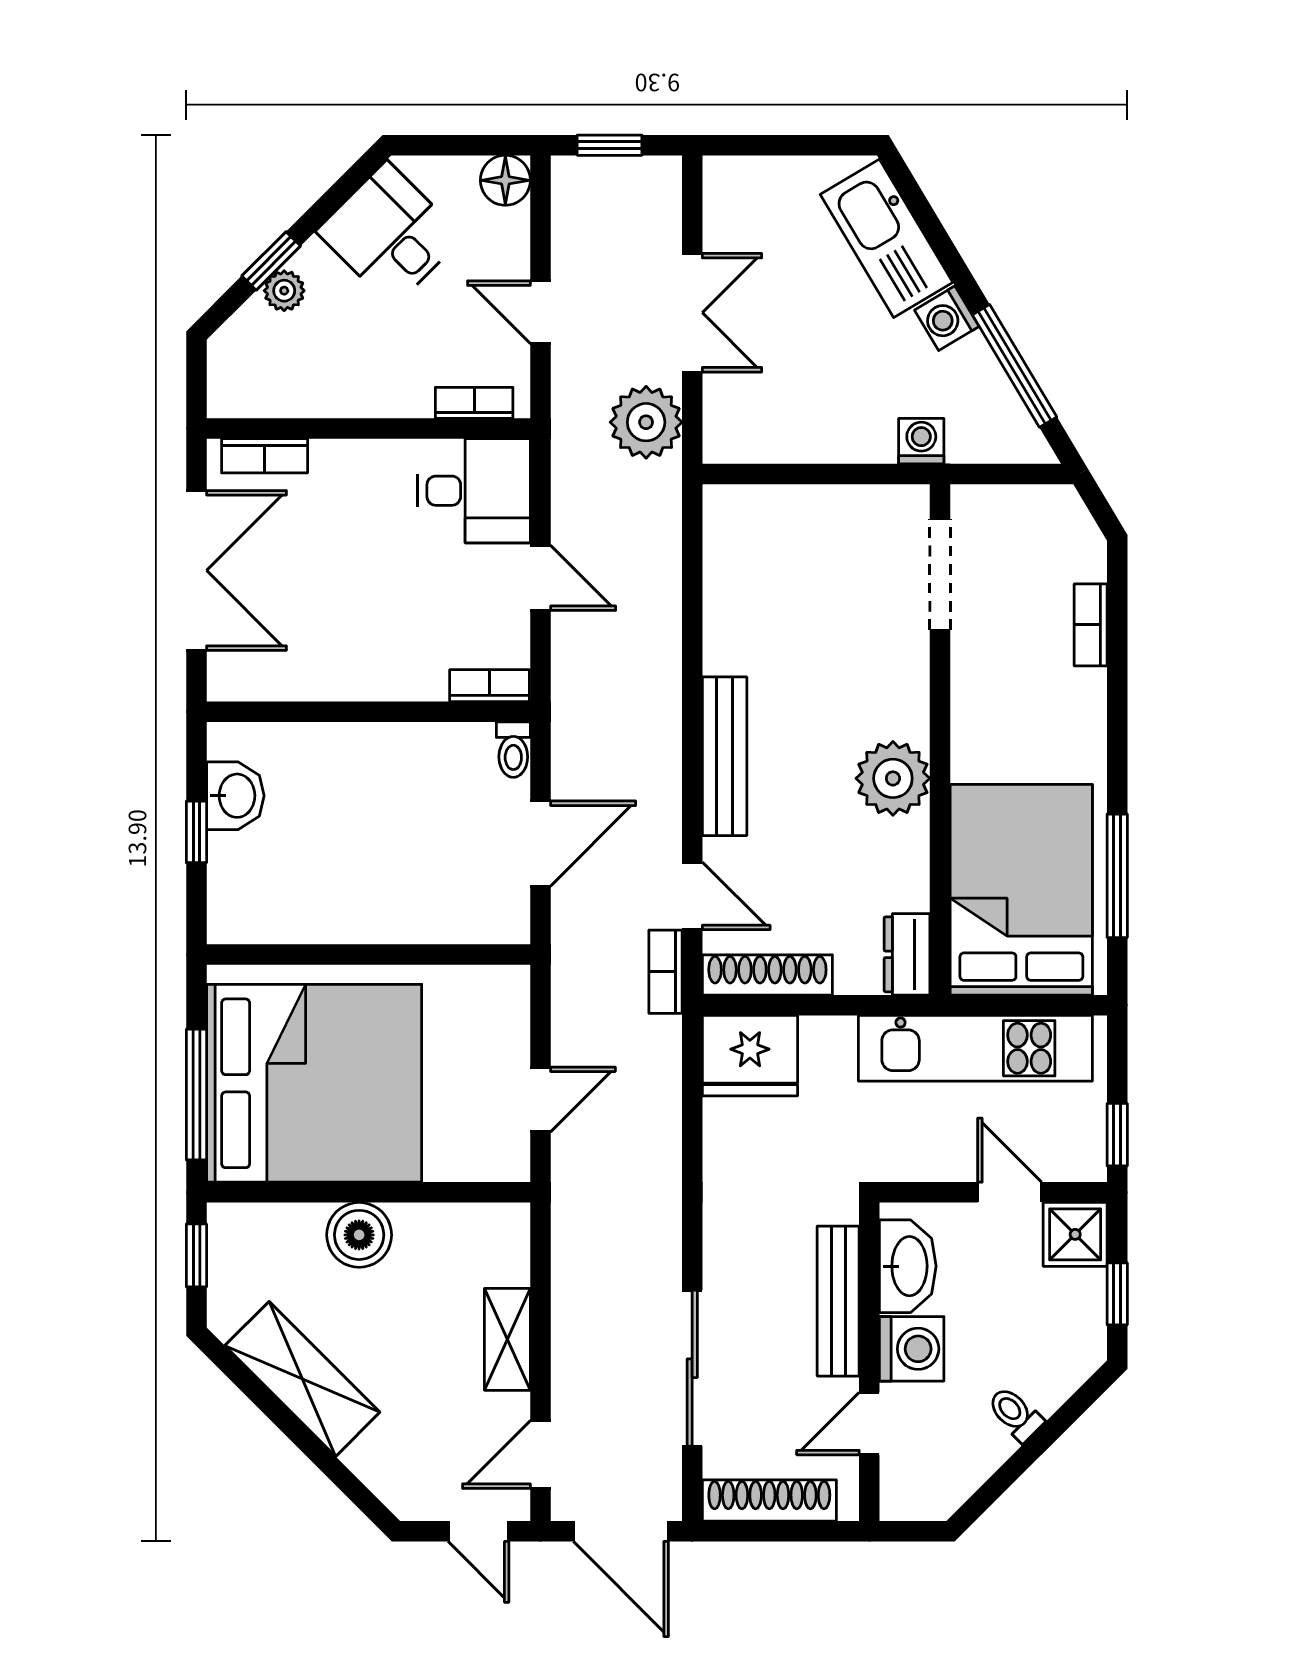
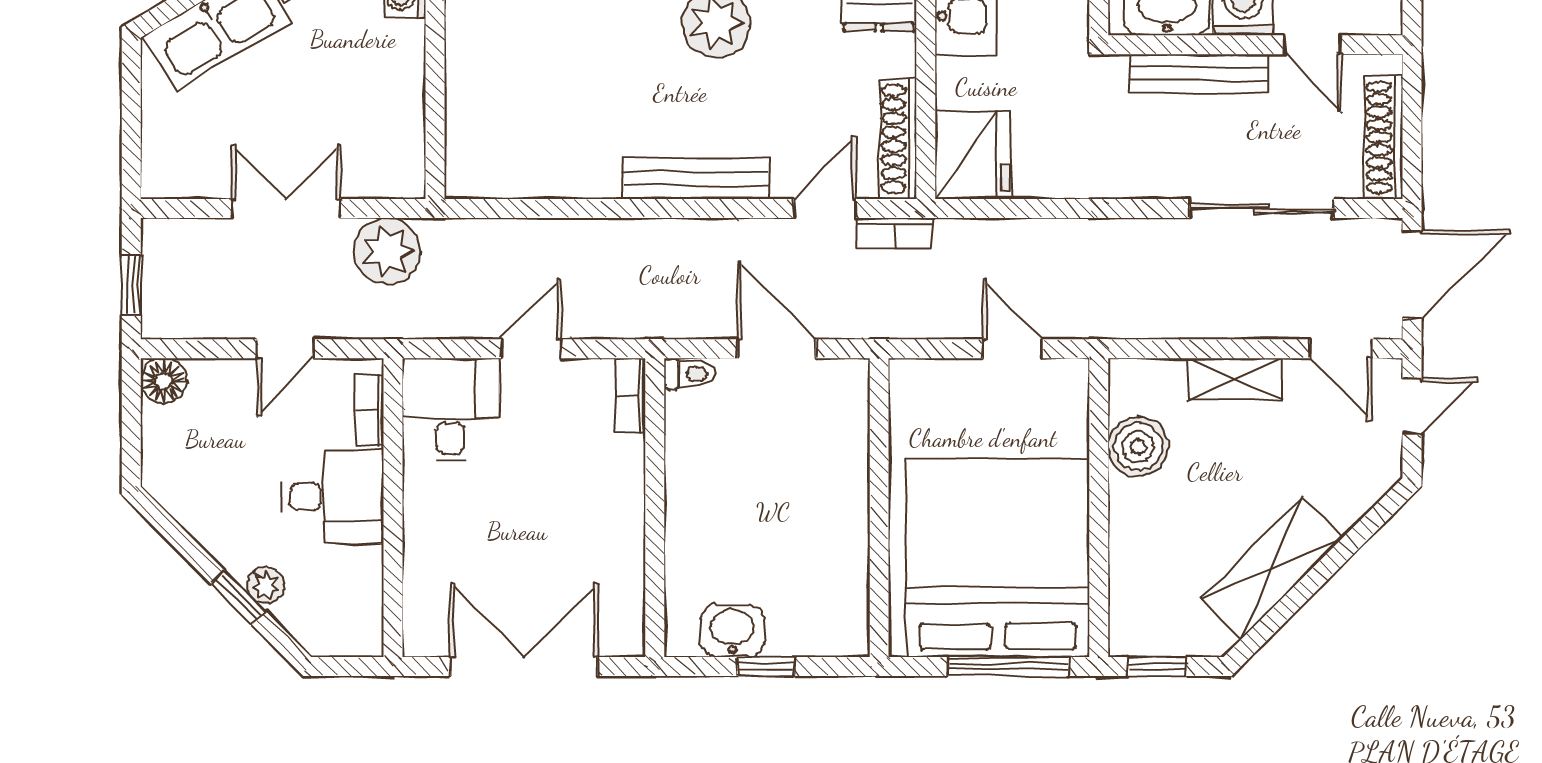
desk: (390, 234) -> (333, 497), moved, turned -135
bookcase: (265, 456) -> (418, 604), removed
boiler: (359, 1235) -> (1138, 447), moved

